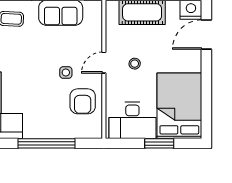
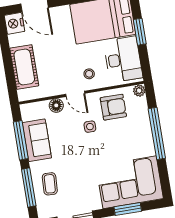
floor lamp: (95, 40) -> (56, 105), added
stool: (135, 64) -> (89, 74), moved
plant: (96, 132) -> (139, 91), added

